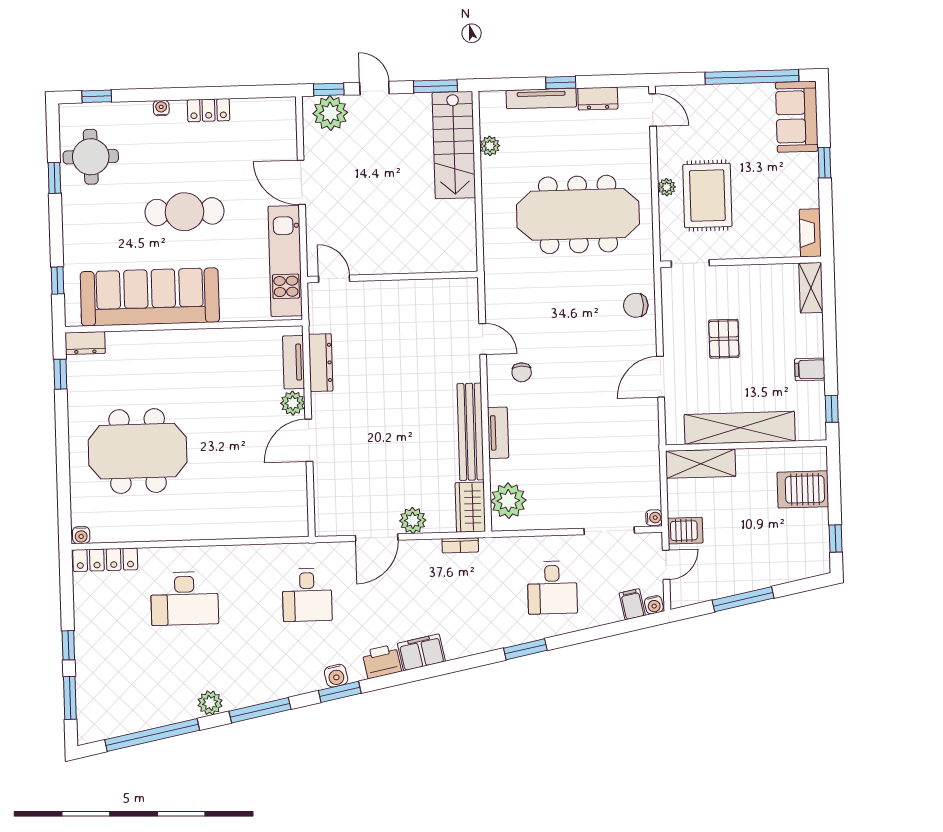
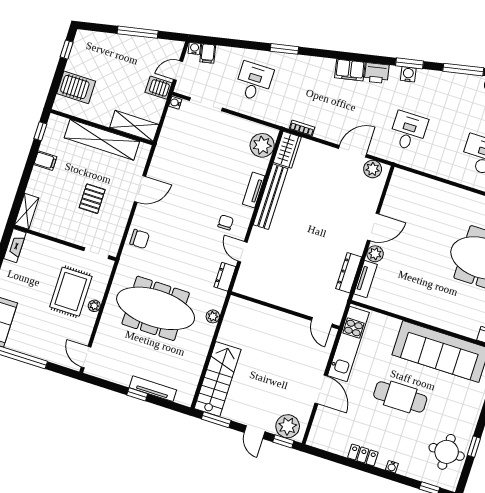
dresser: (598, 99) -> (225, 277), moved, turned -90
plant: (490, 146) -> (213, 316), moved
plant: (413, 520) -> (373, 169), moved

